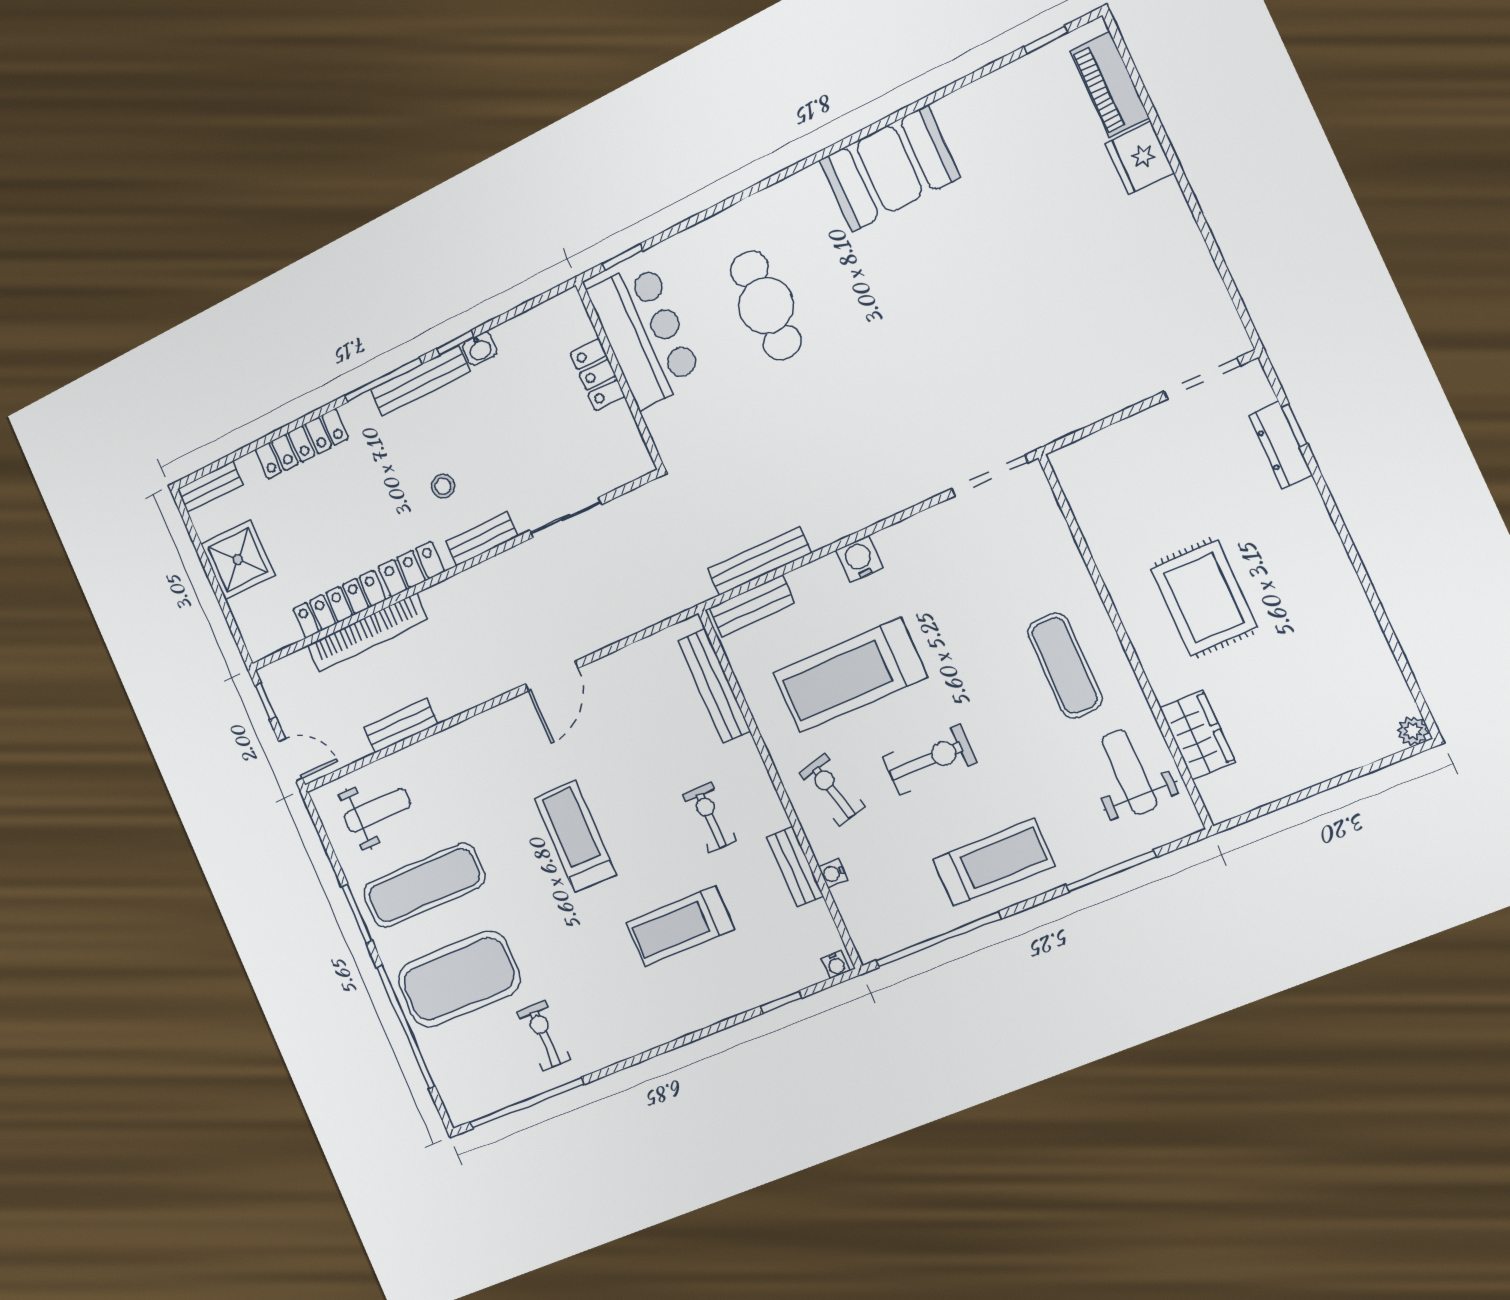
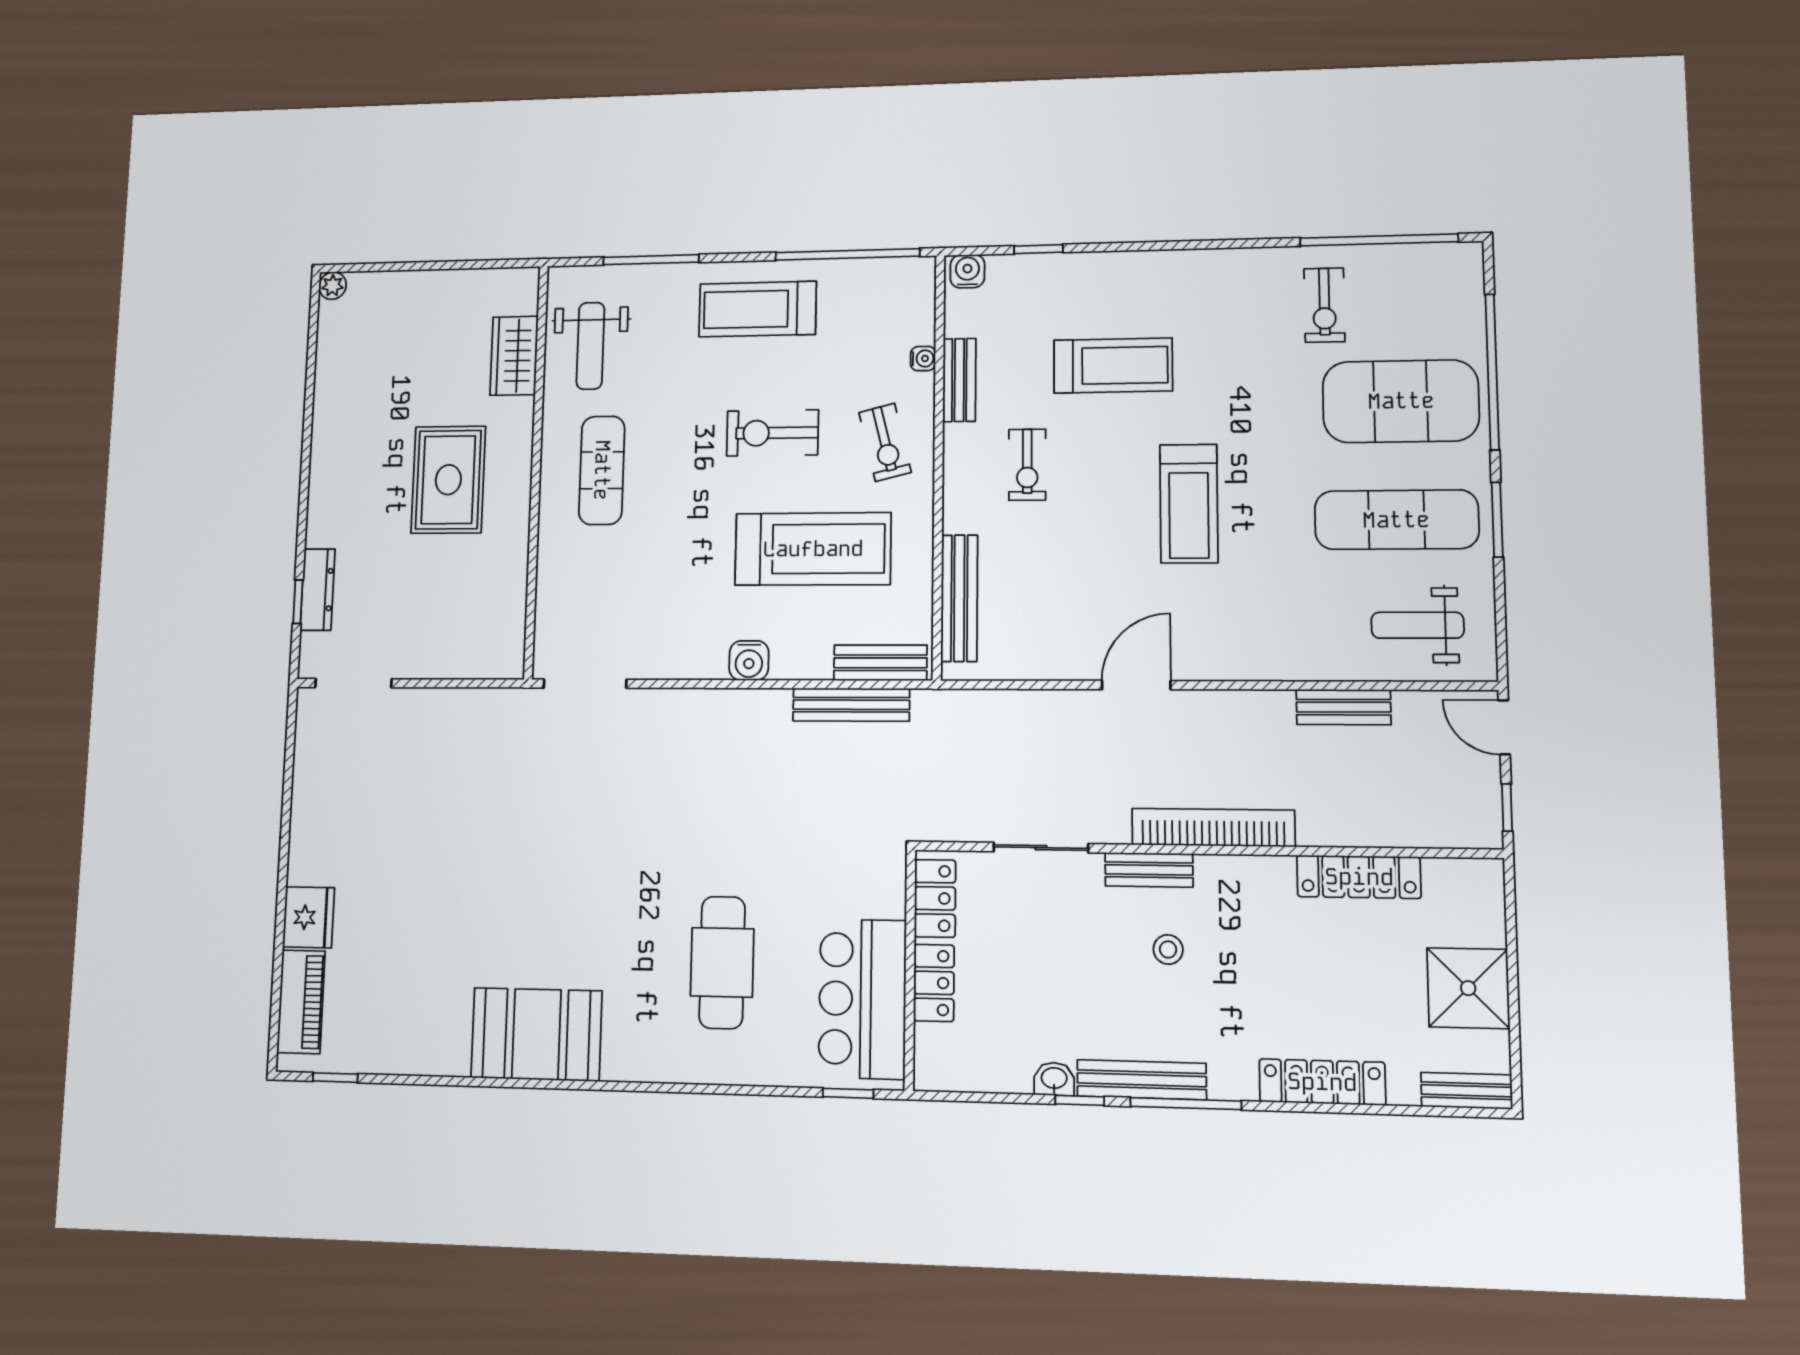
locker: (411, 569) -> (935, 898), moved, turned -90
bookcase: (367, 633) -> (1213, 828), moved
water cooler: (836, 964) -> (967, 271), width x1.38, depth x1.38

